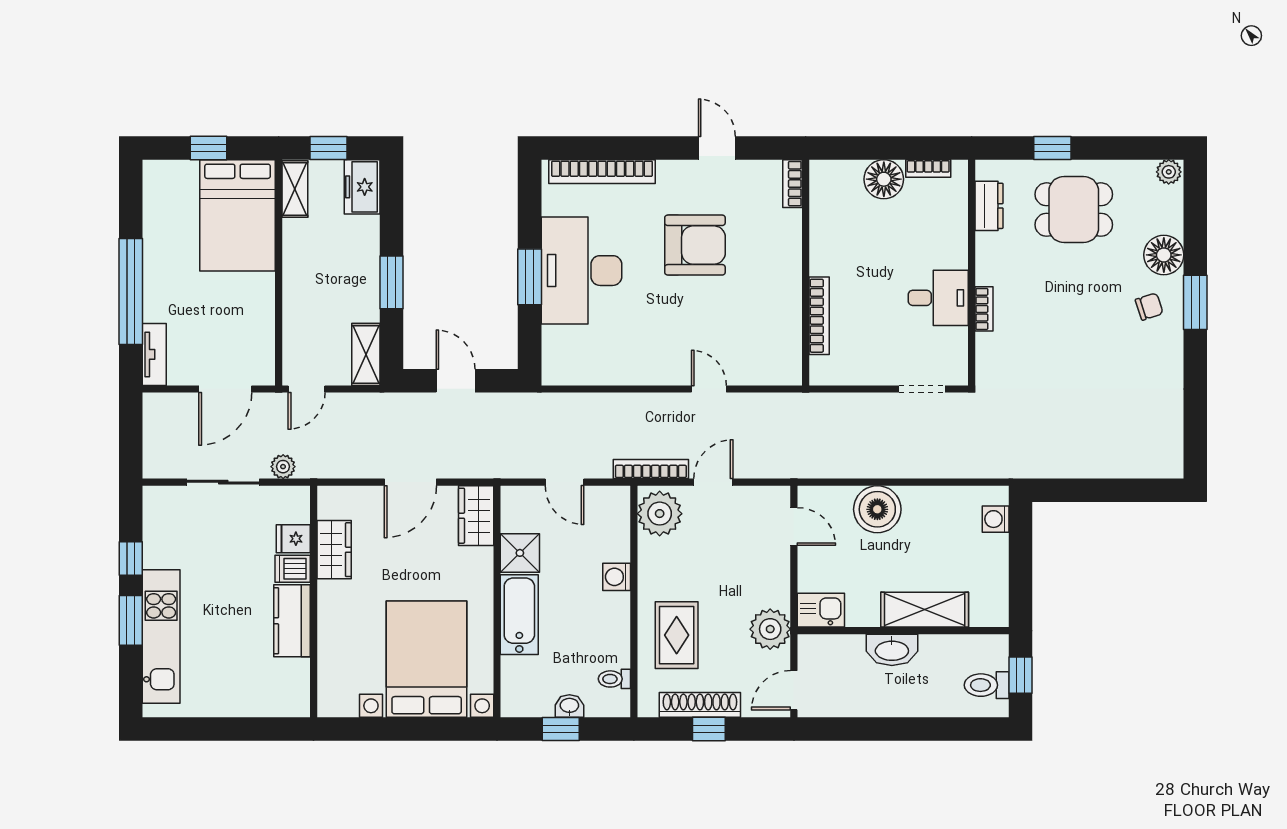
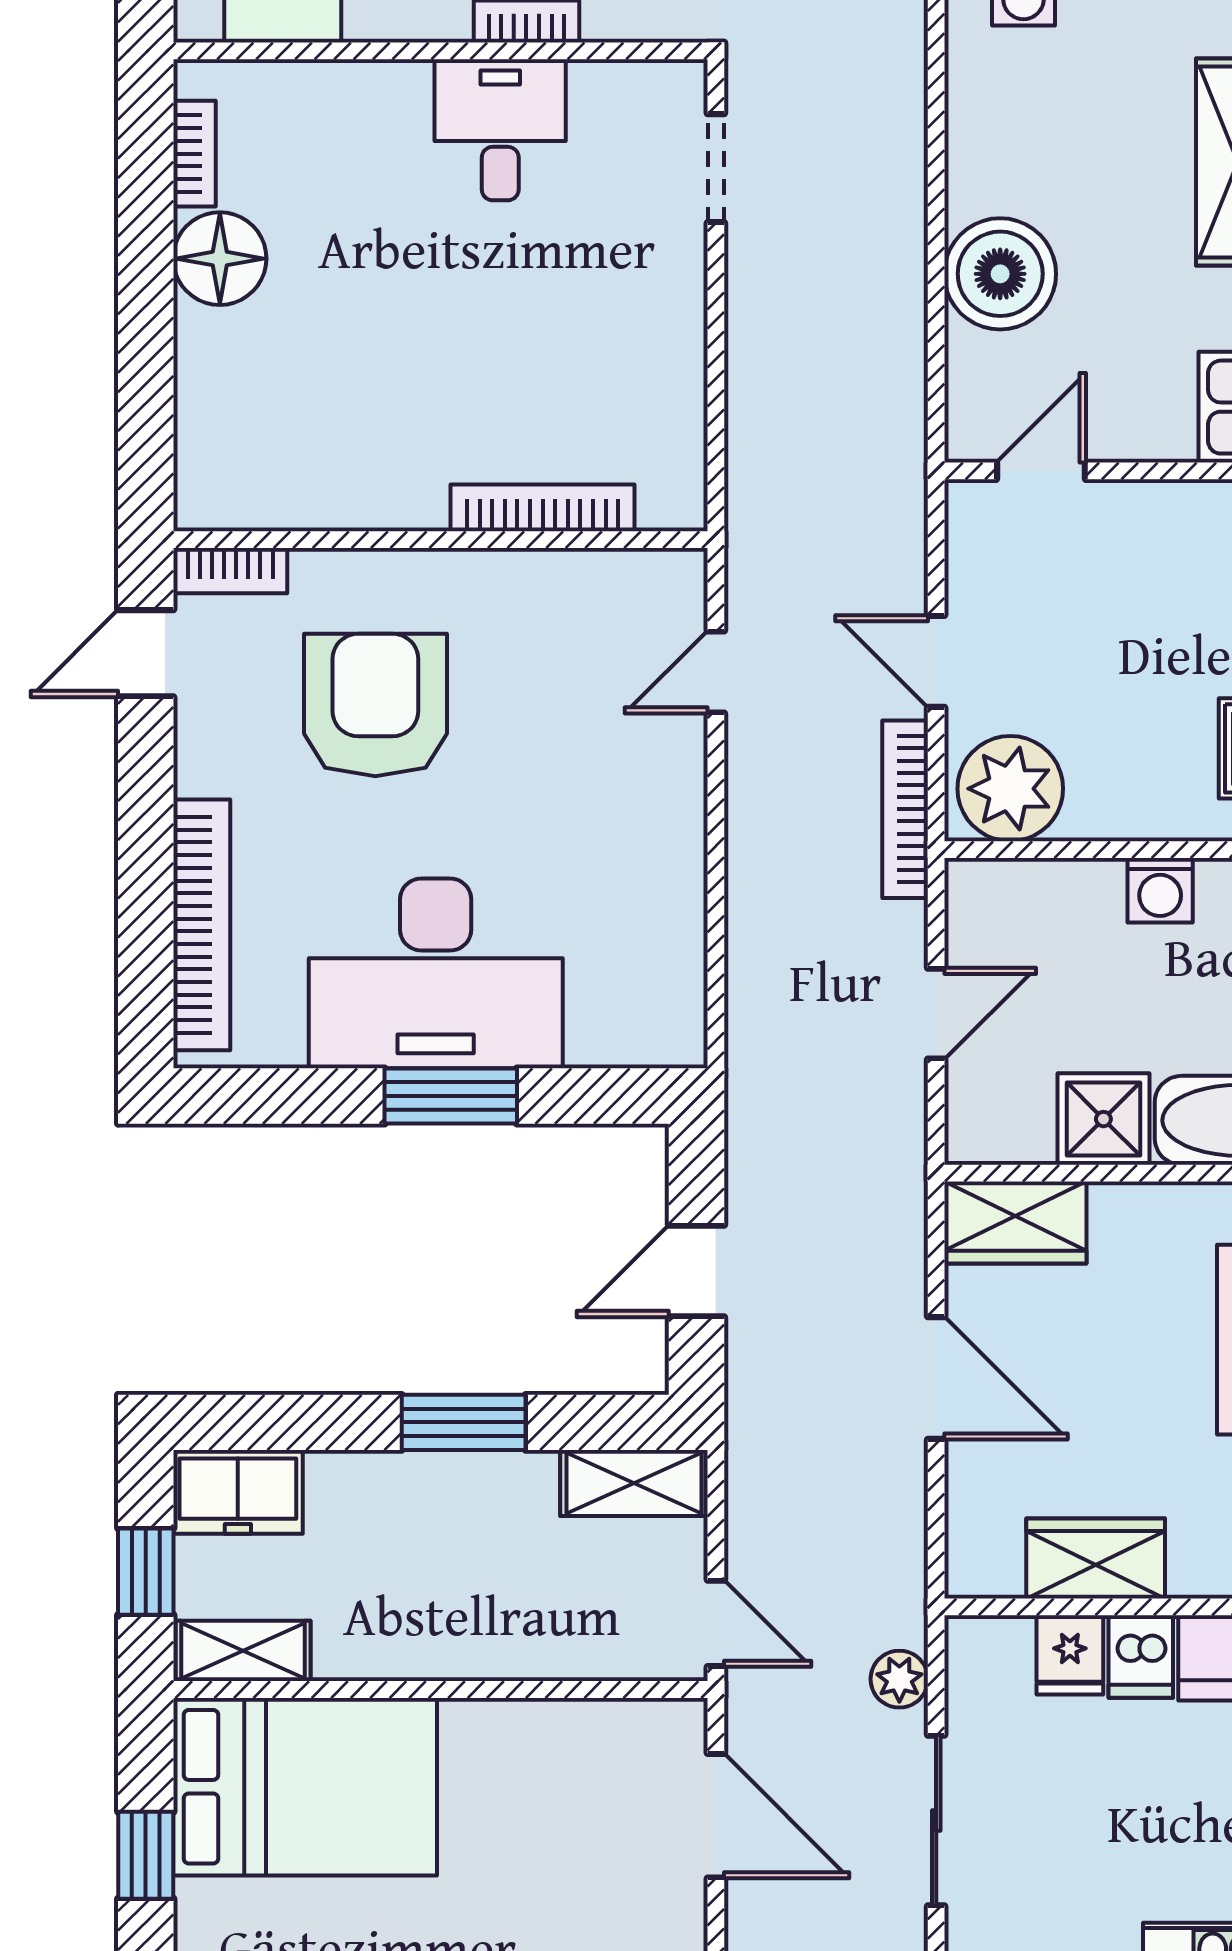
bookcase: (793, 184) -> (230, 571), moved
wall: (806, 273) -> (440, 540), moved
bookcase: (819, 316) -> (543, 508), moved

